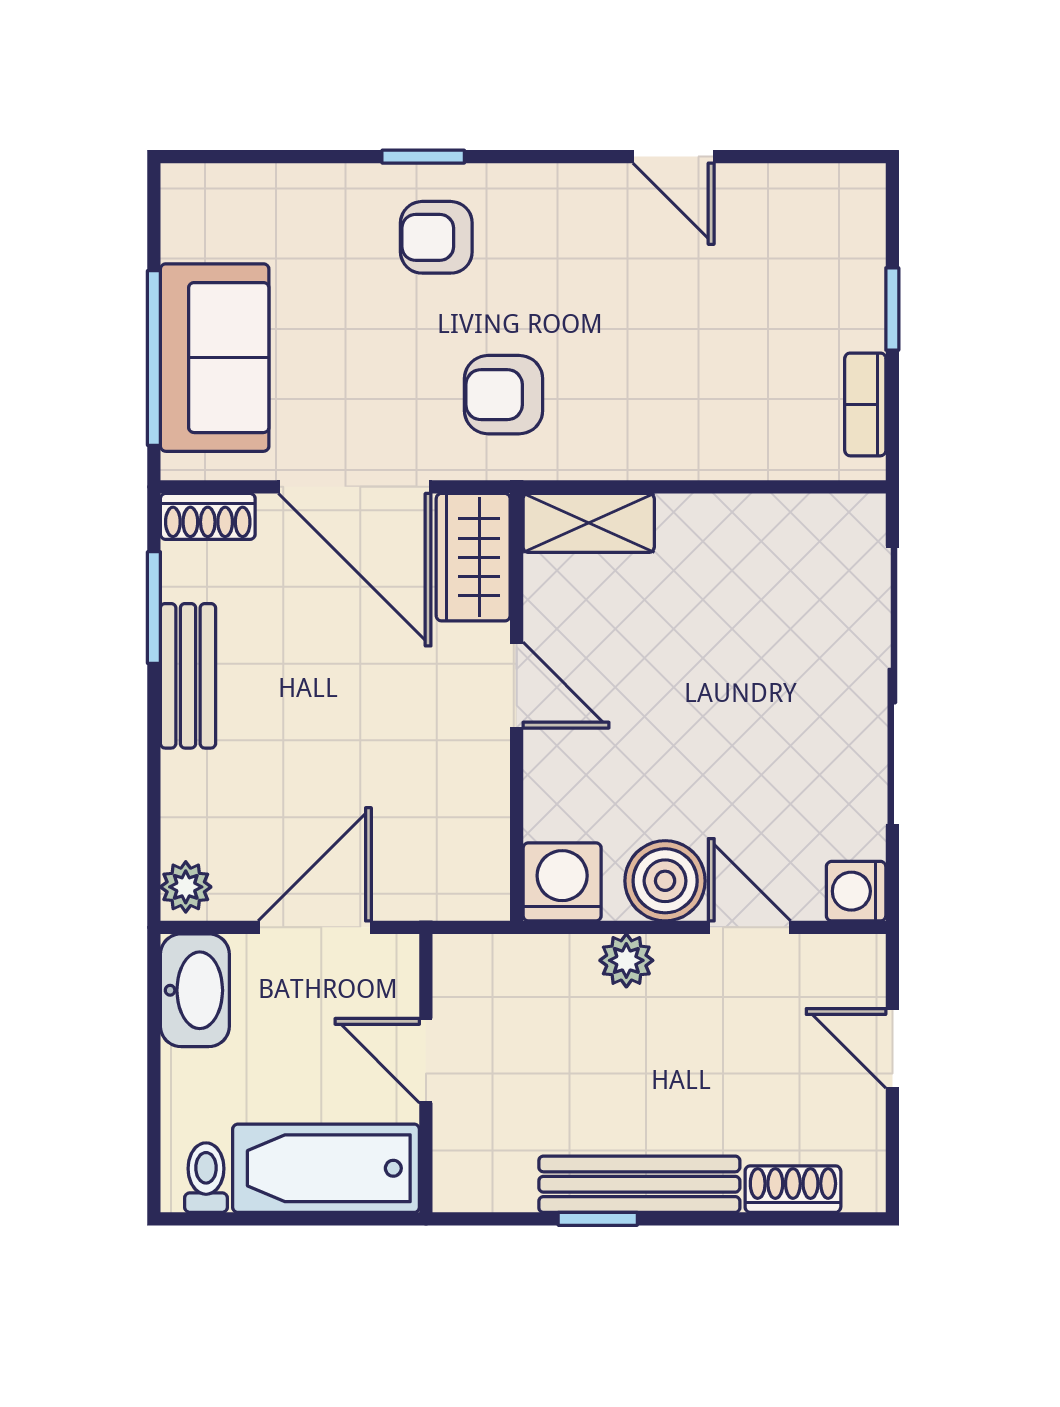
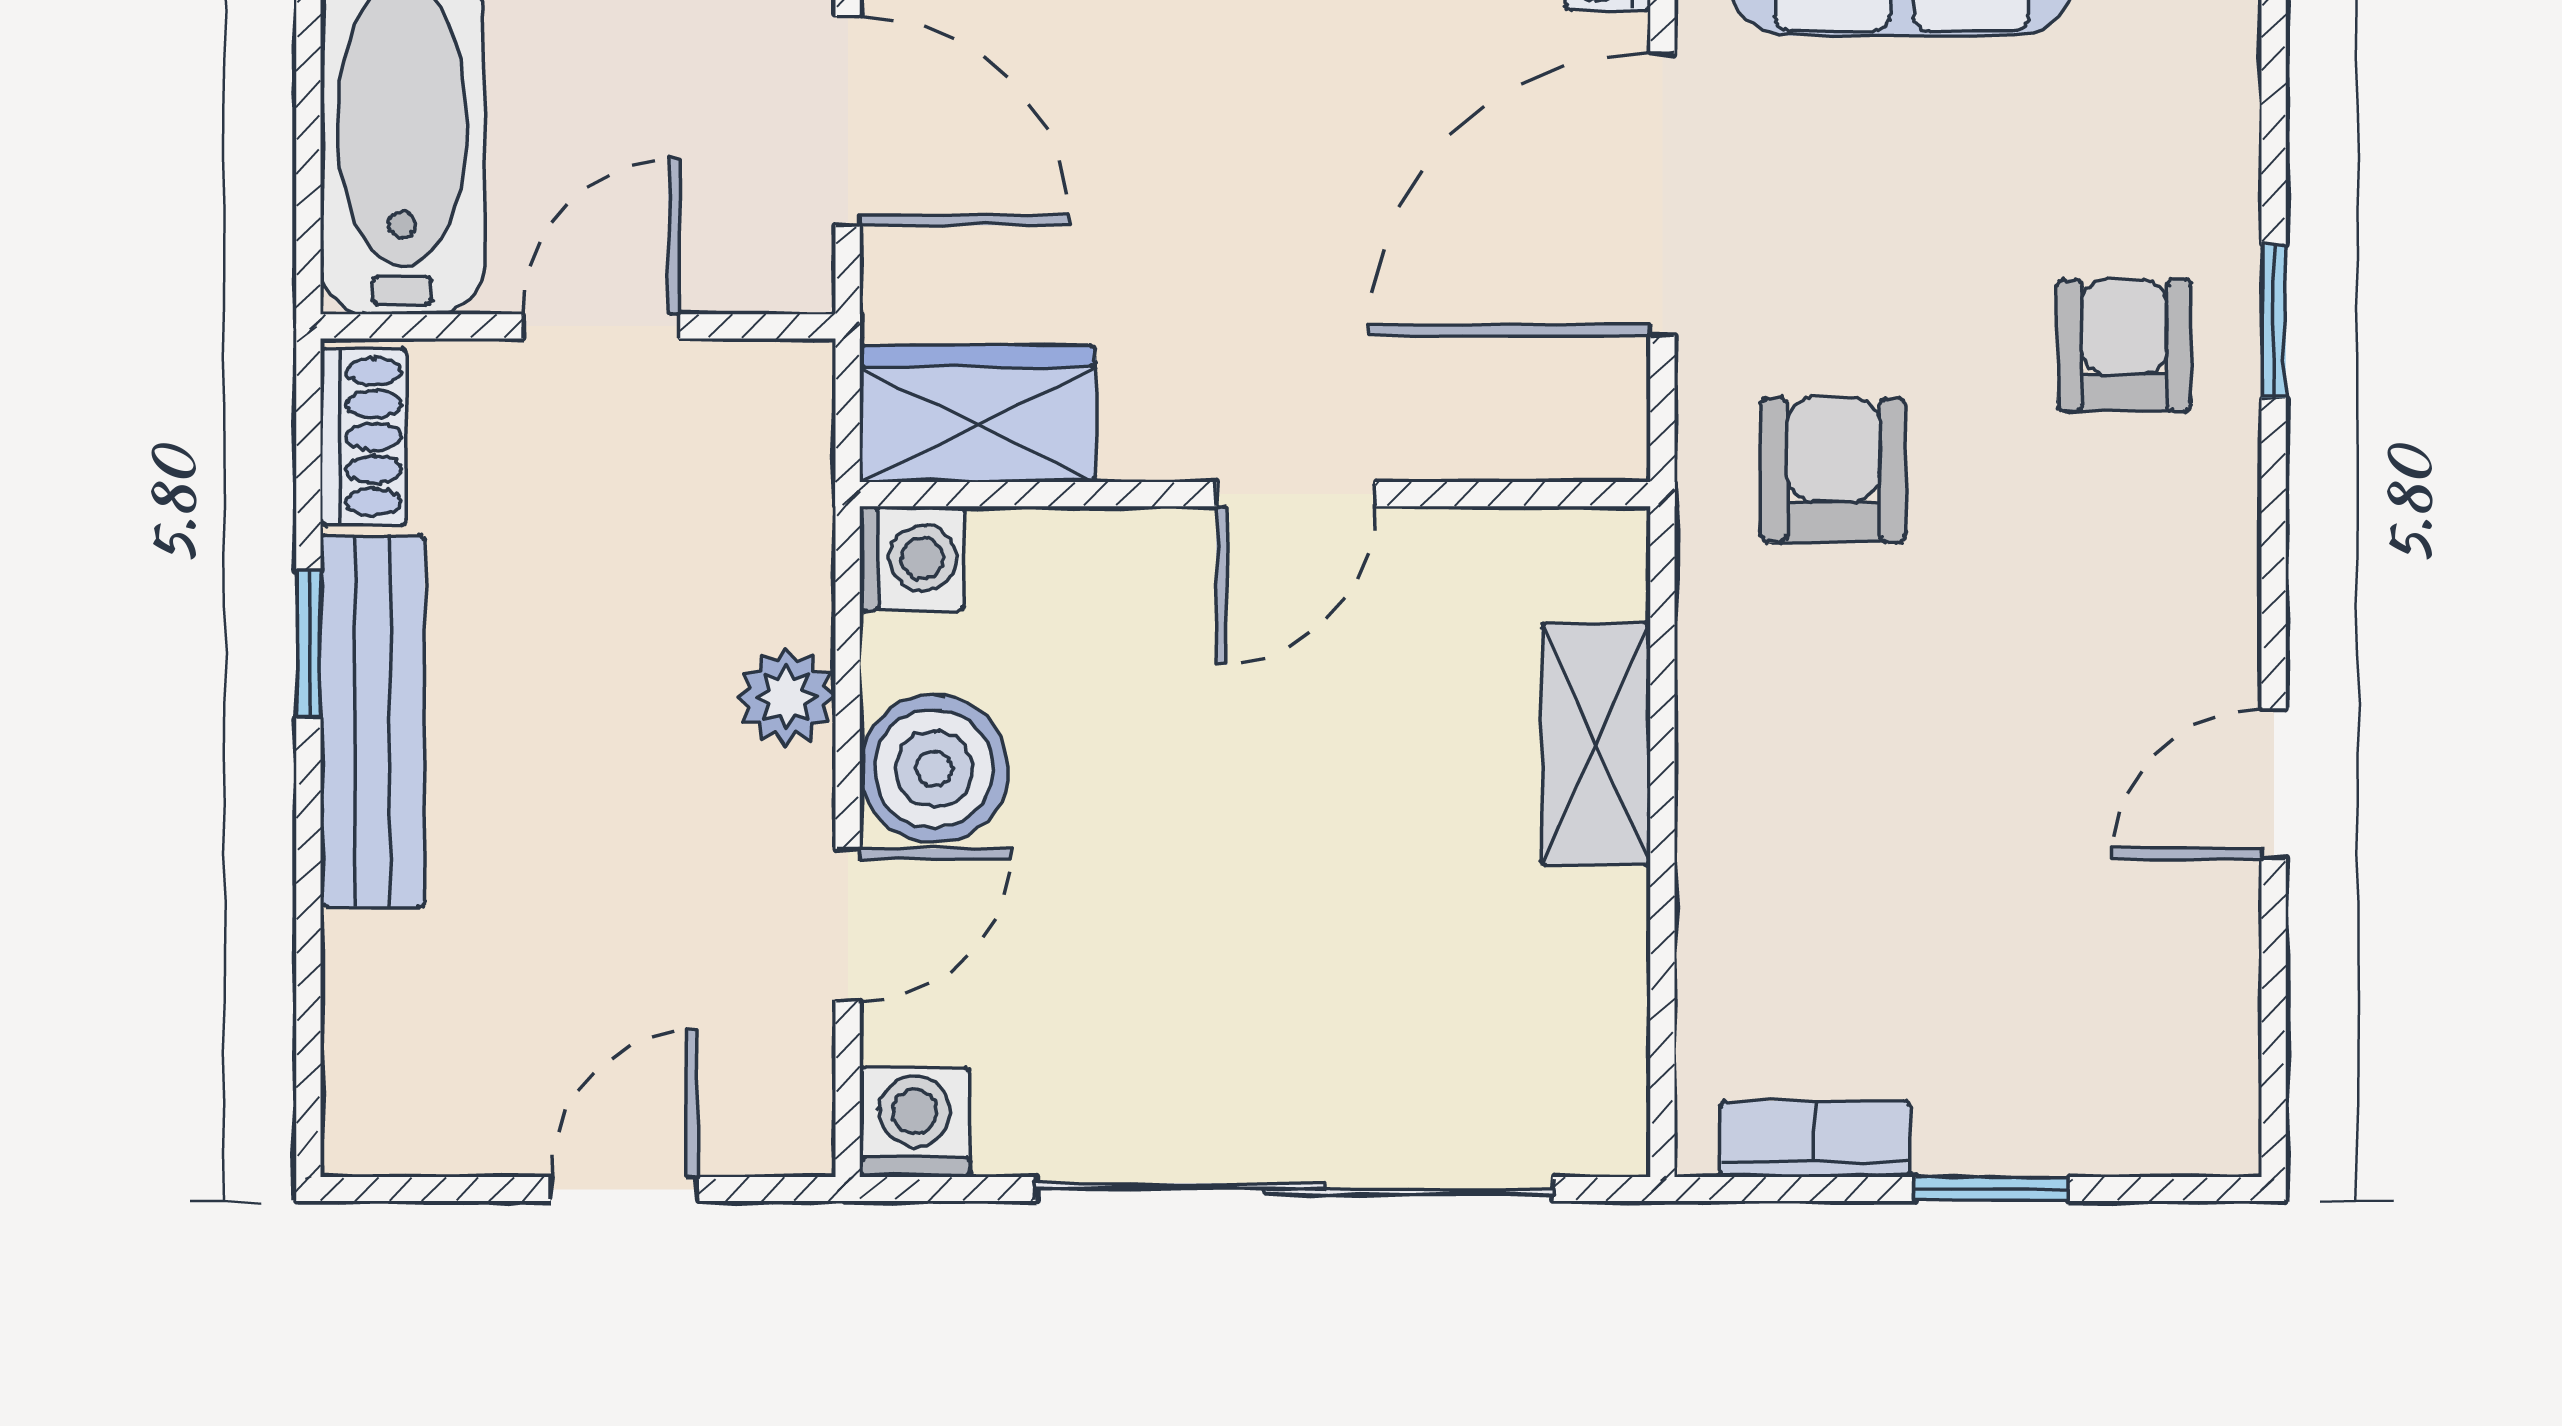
shelving: (589, 523) -> (1596, 744), moved
wardrobe: (473, 557) -> (978, 414), moved
washing machine: (562, 882) -> (912, 558), width x0.73, depth x0.73
shoe rack: (793, 1189) -> (363, 437), moved

